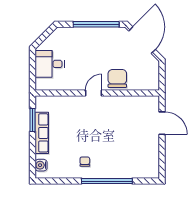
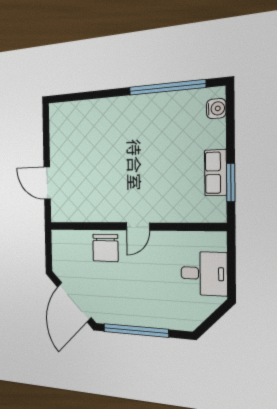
row of seats: (42, 133) -> (216, 173), width x0.68
chair: (85, 162) -> (149, 120), removed
window: (107, 181) -> (167, 87), moved

